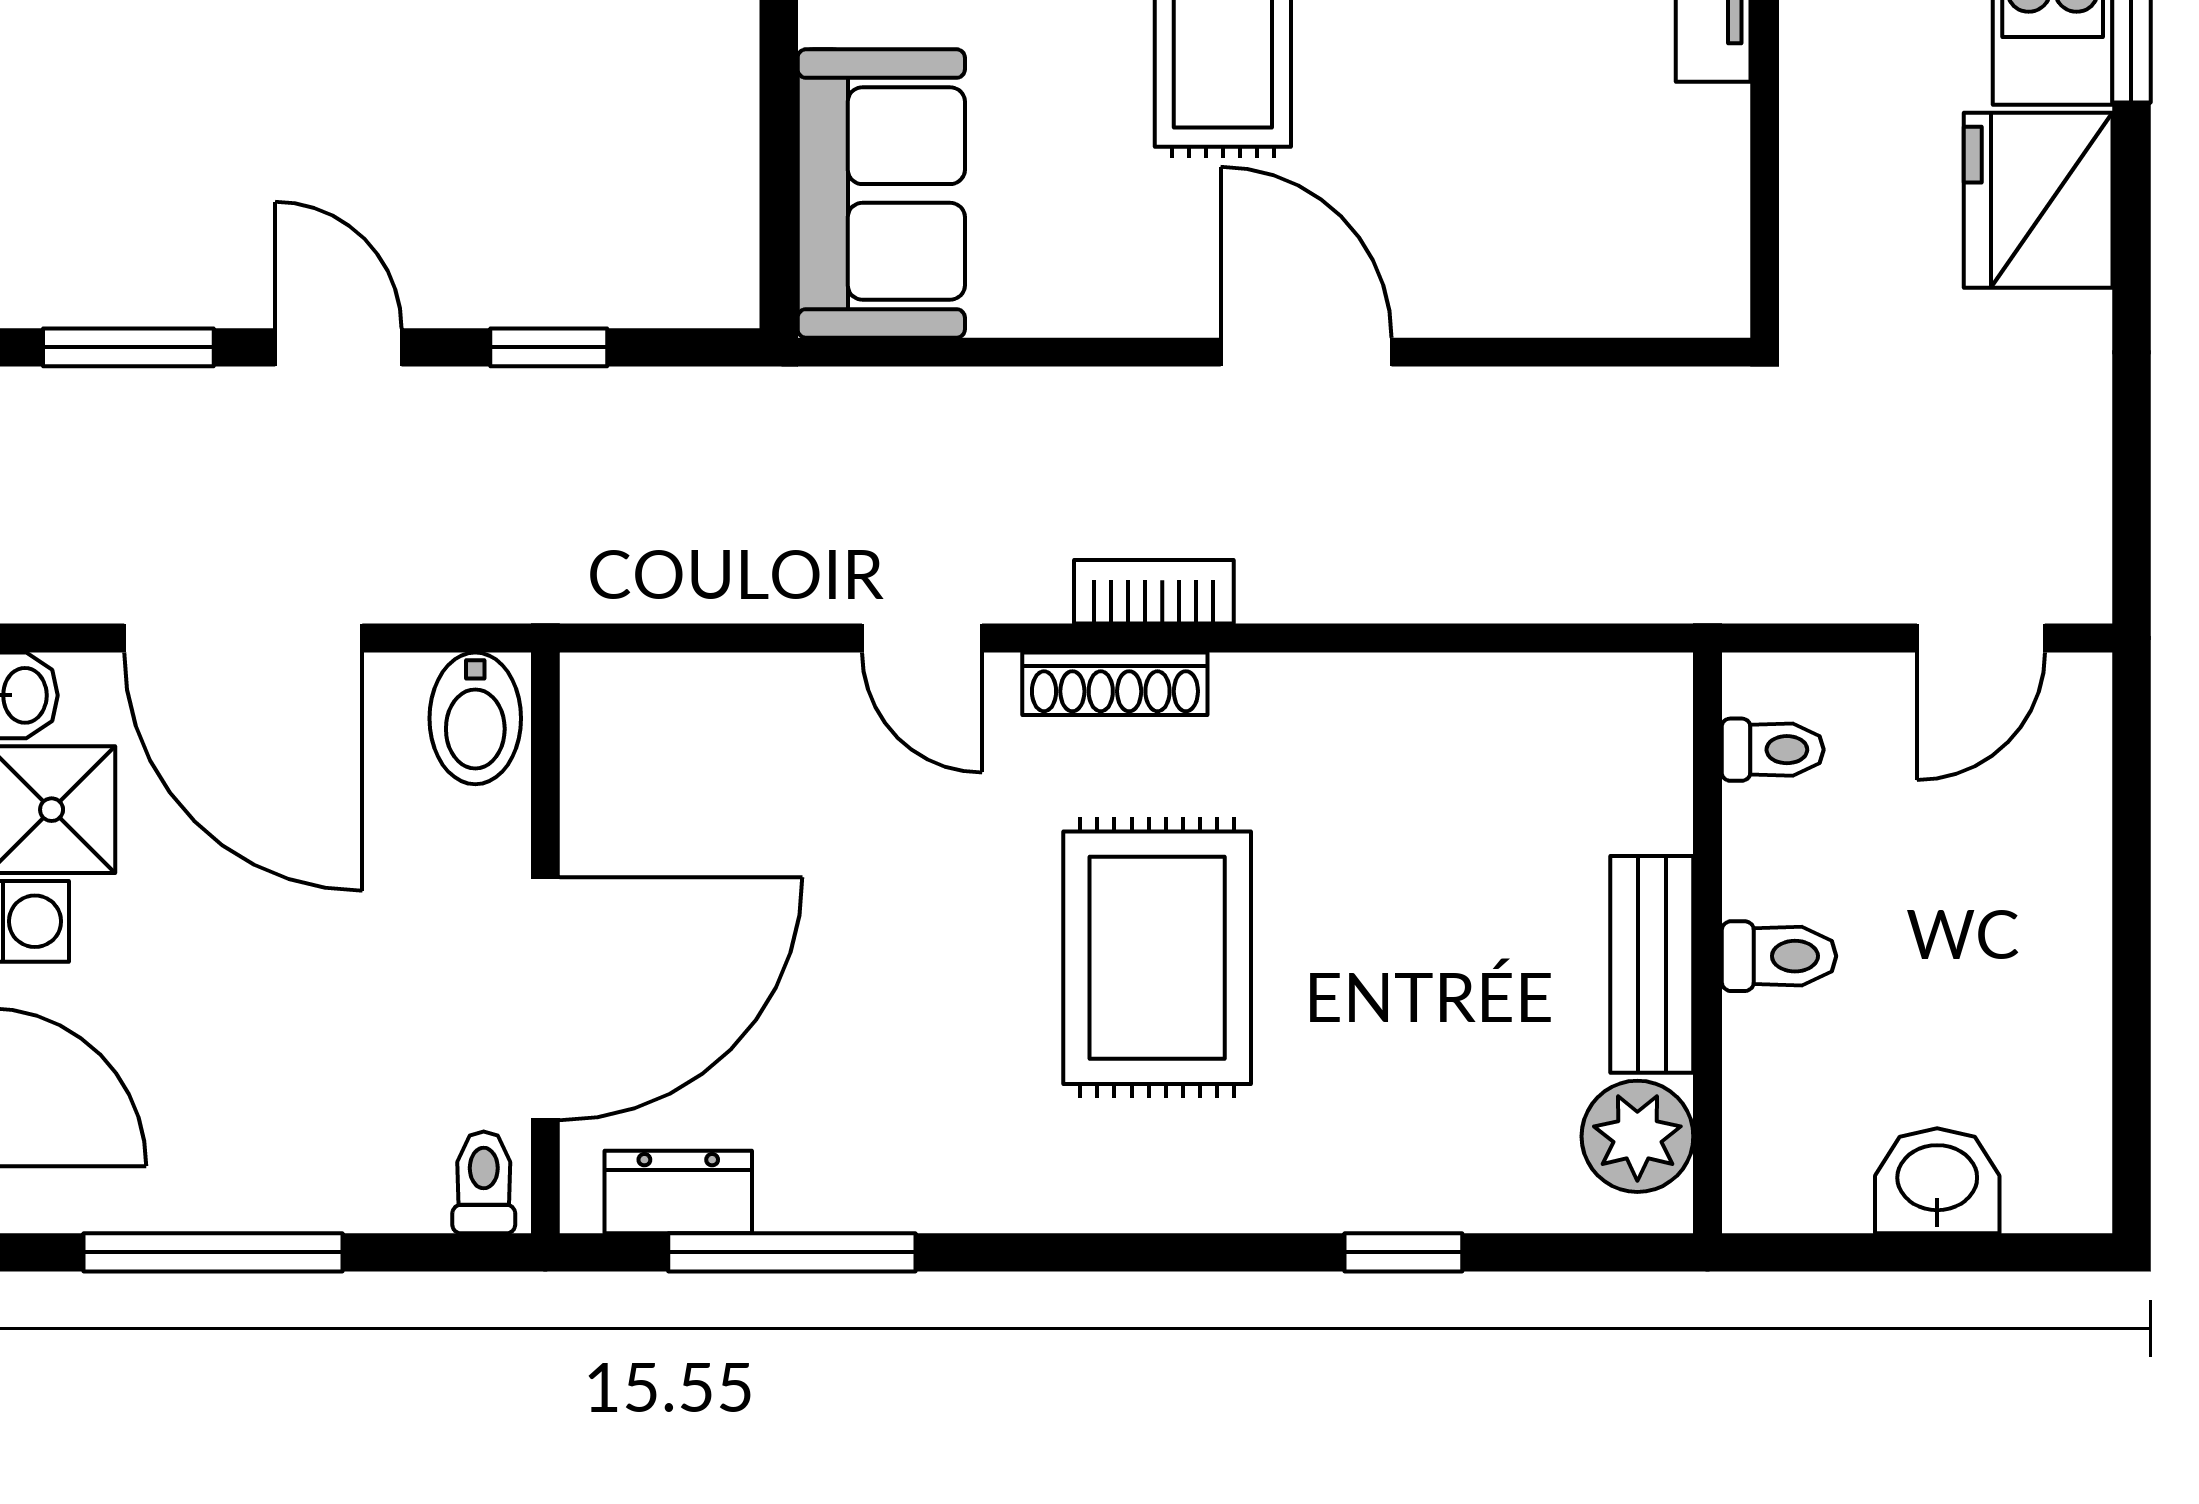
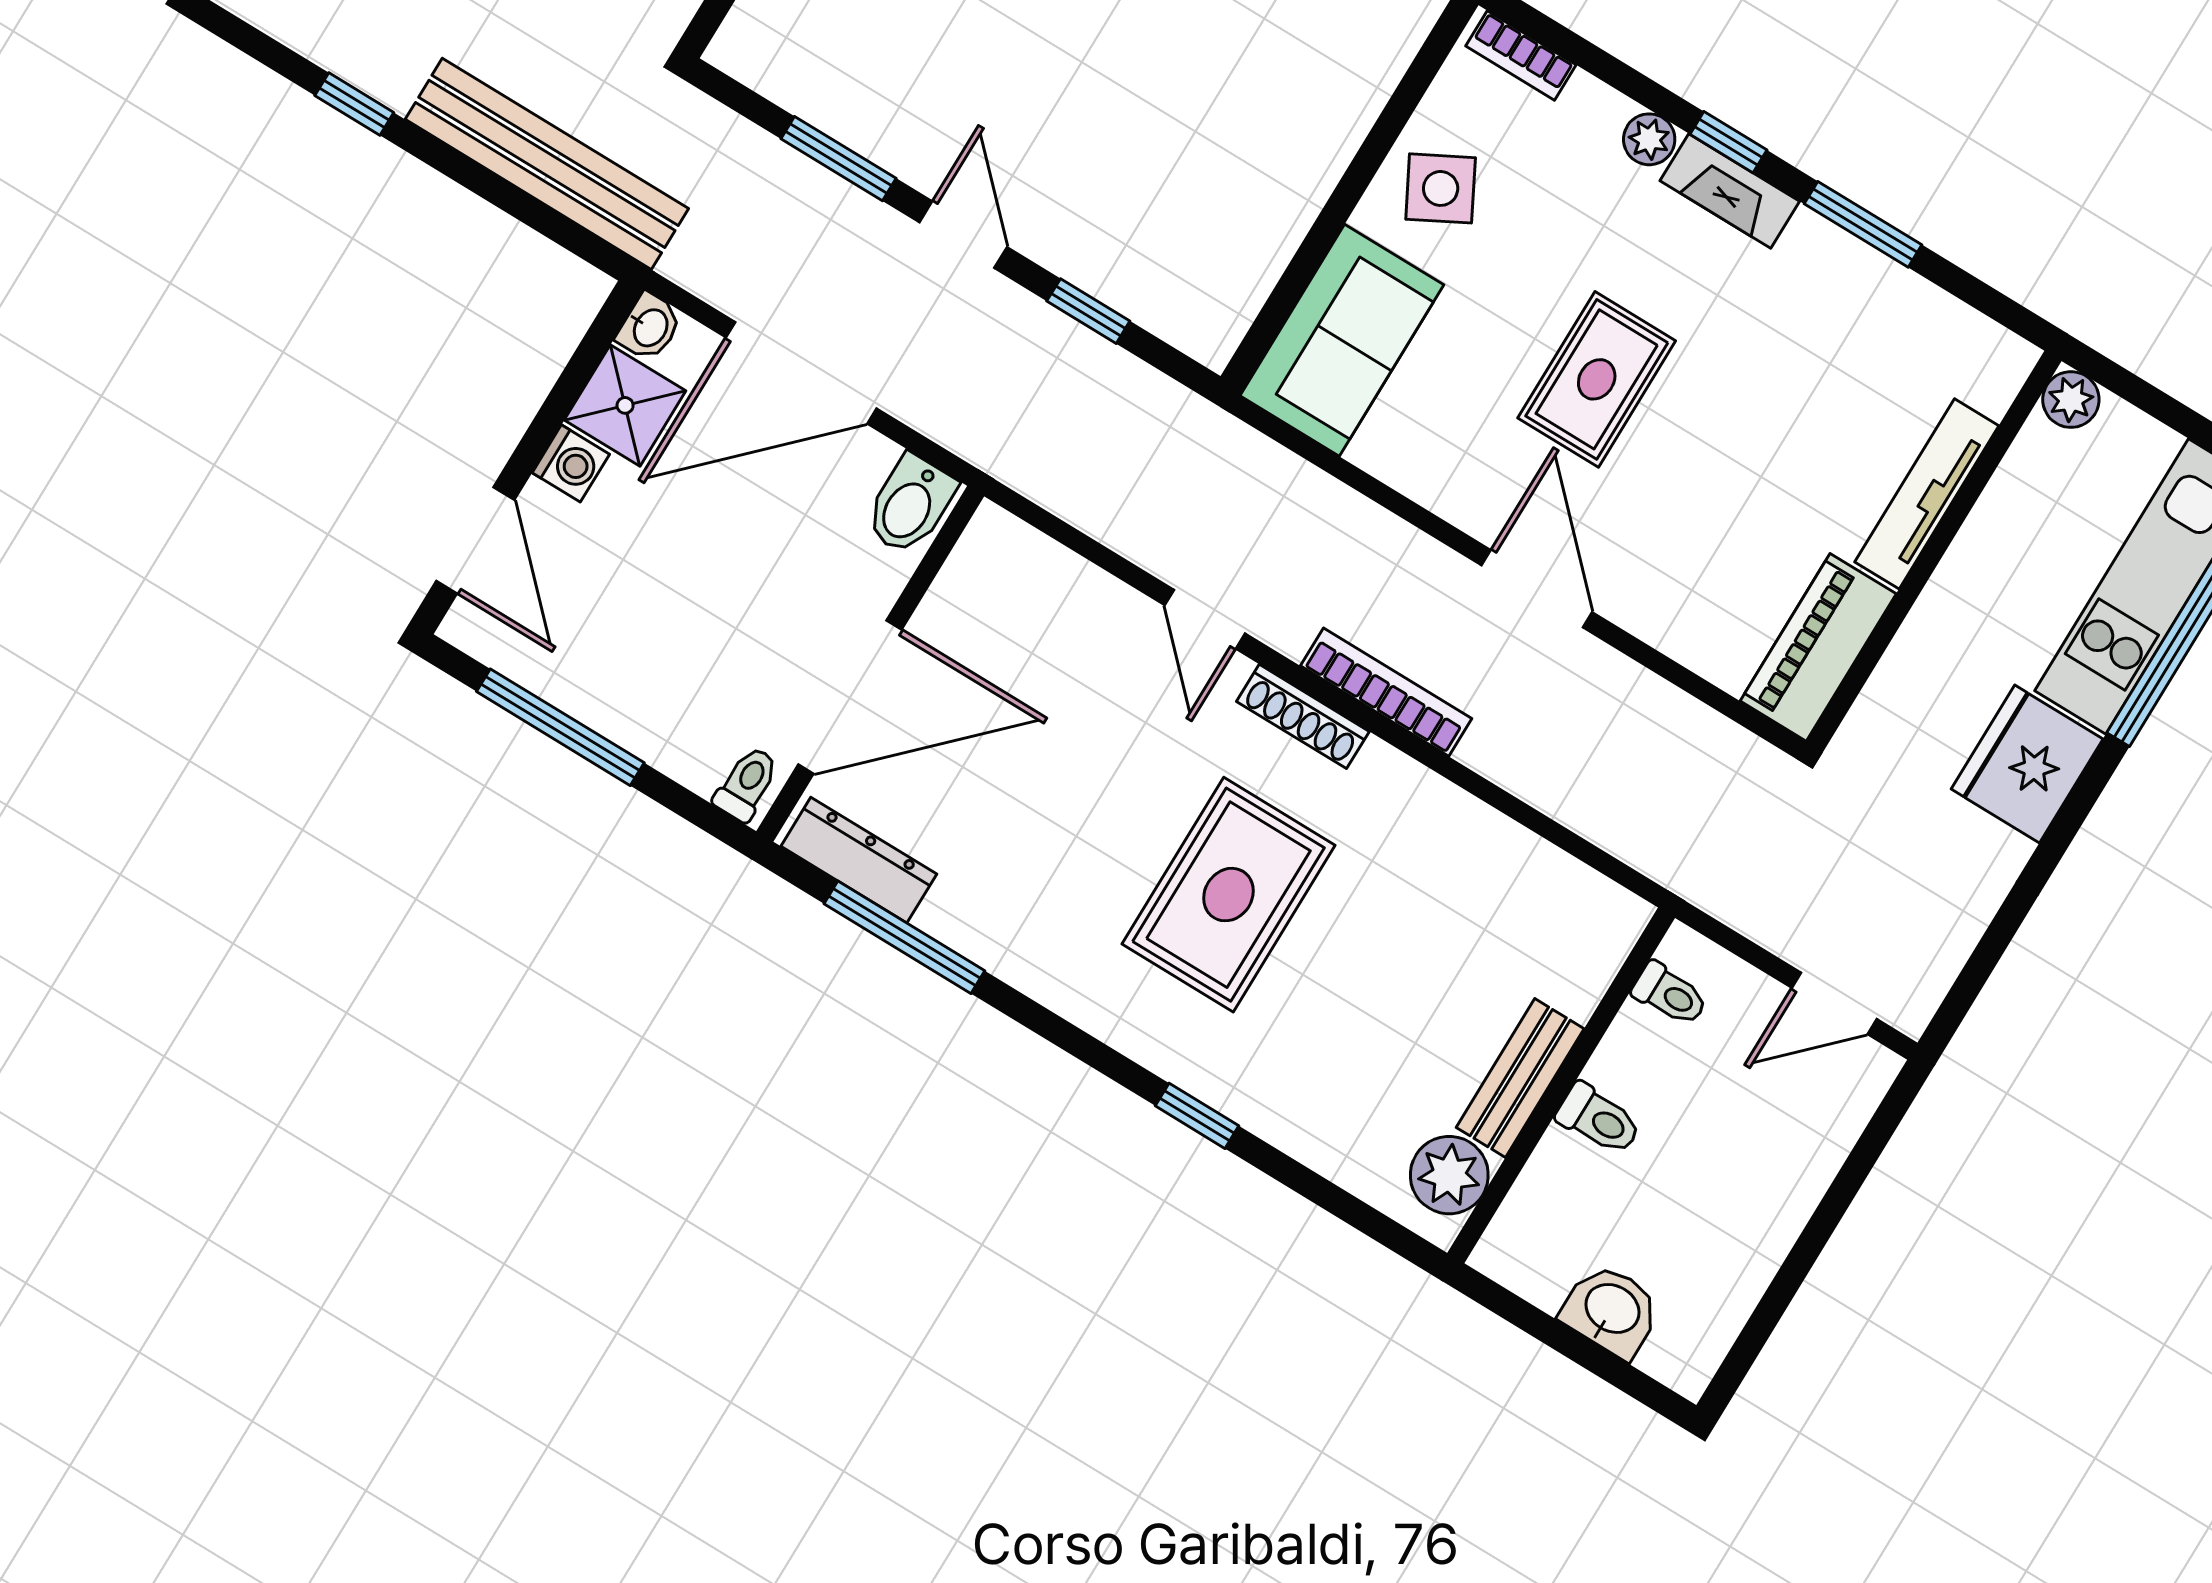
piano: (1695, 214) -> (1818, 647), added
bookcase: (1154, 592) -> (1386, 692), width x1.56
door: (243, 638) -> (801, 373), hinge flipped
dresser: (678, 1192) -> (859, 860), width x1.44
window: (1403, 1252) -> (1197, 1116), moved

